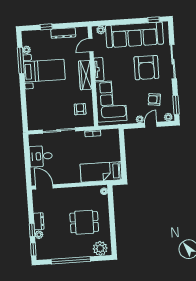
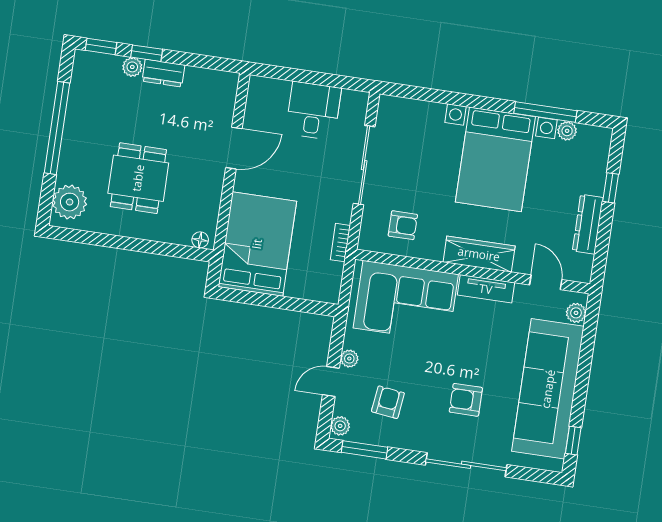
armchair: (146, 68) -> (466, 400), width x0.53, depth x0.53
bed with nightstands: (44, 71) -> (495, 159), width x1.36
door: (151, 125) -> (331, 381), swing flipped
bed: (101, 172) -> (257, 244), width x1.50
door: (44, 187) -> (234, 148), moved

